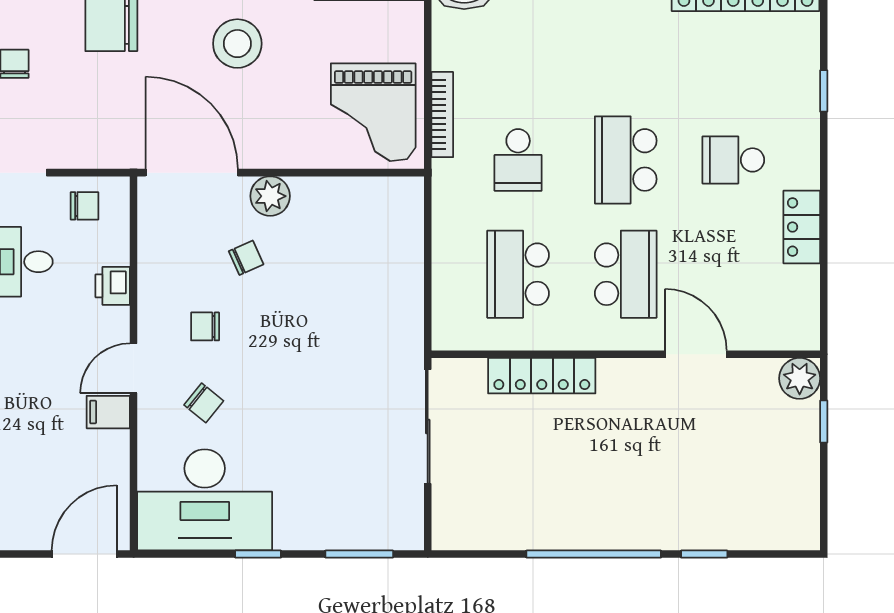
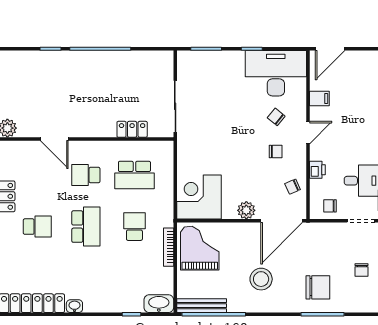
door: (192, 173) -> (282, 221), hinge flipped
corner desk: (375, 225) -> (199, 197), added
chair: (246, 258) -> (293, 187), moved
school desk: (518, 274) -> (134, 175), turned 90
school desk: (626, 274) -> (86, 175), width x0.54
locker: (542, 376) -> (132, 129), width x0.66
filing cabinet: (108, 412) -> (319, 99), moved

